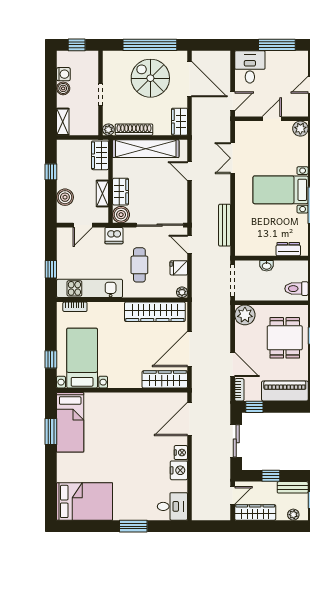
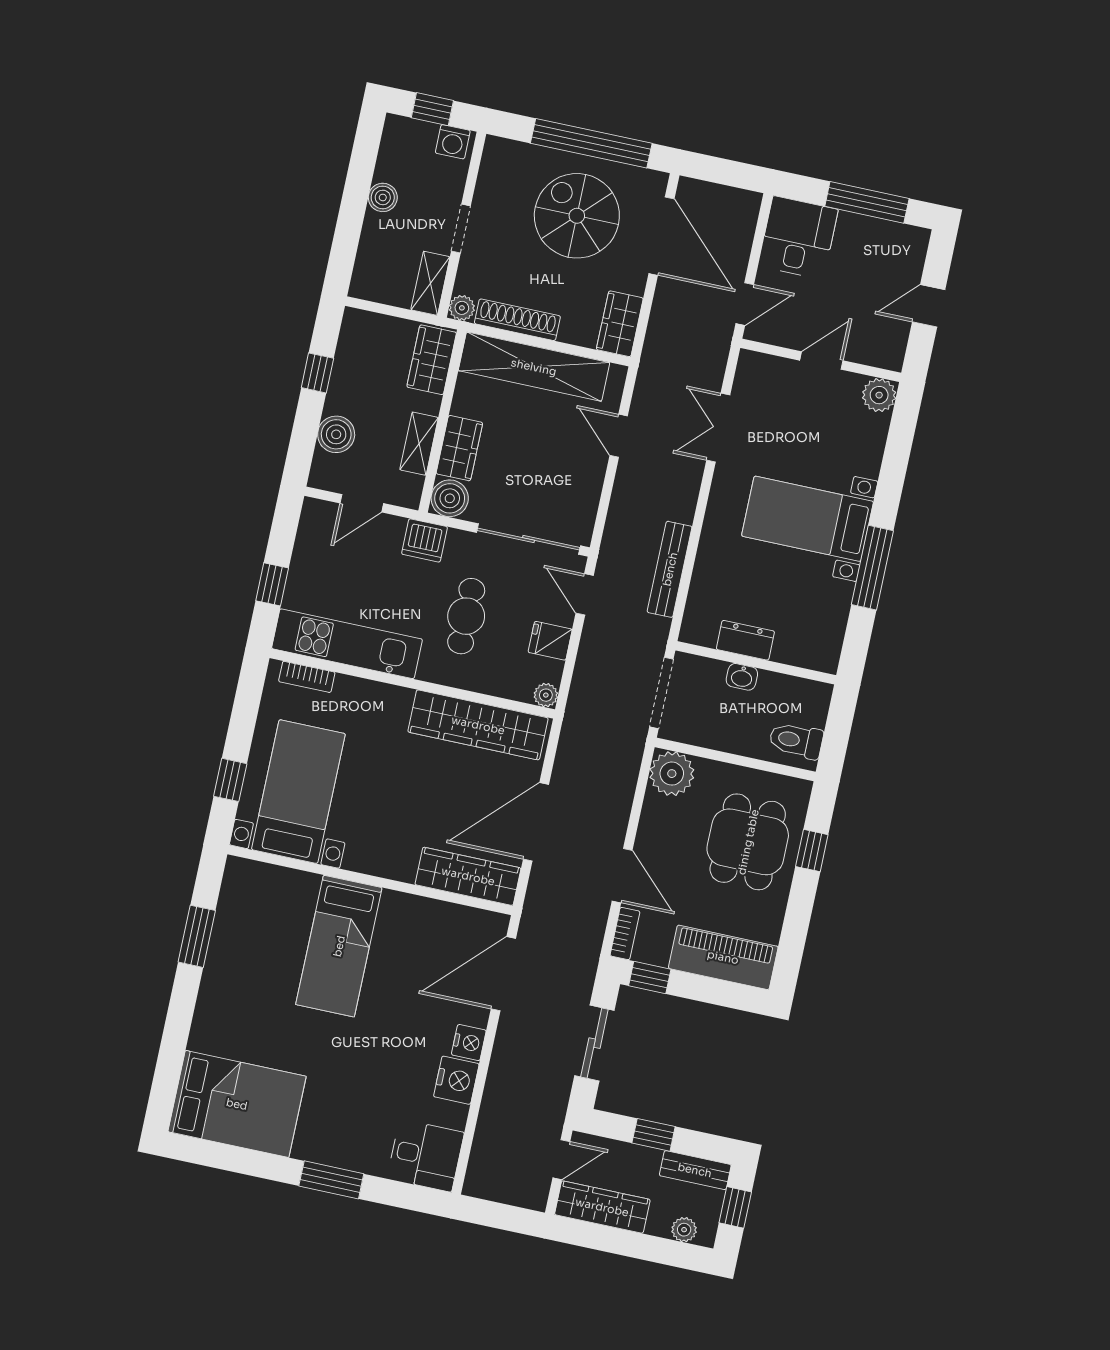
washing machine: (63, 74) -> (453, 142), moved, turned 90
shelving: (63, 122) -> (430, 283), moved
dresser: (288, 249) -> (745, 640), moved
bed: (70, 422) -> (339, 946), moved

